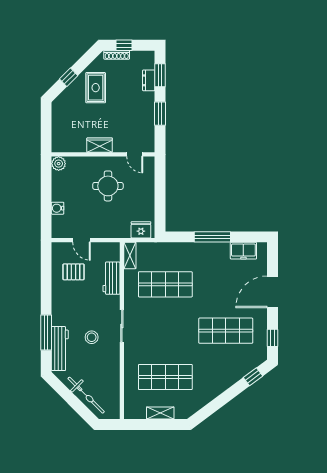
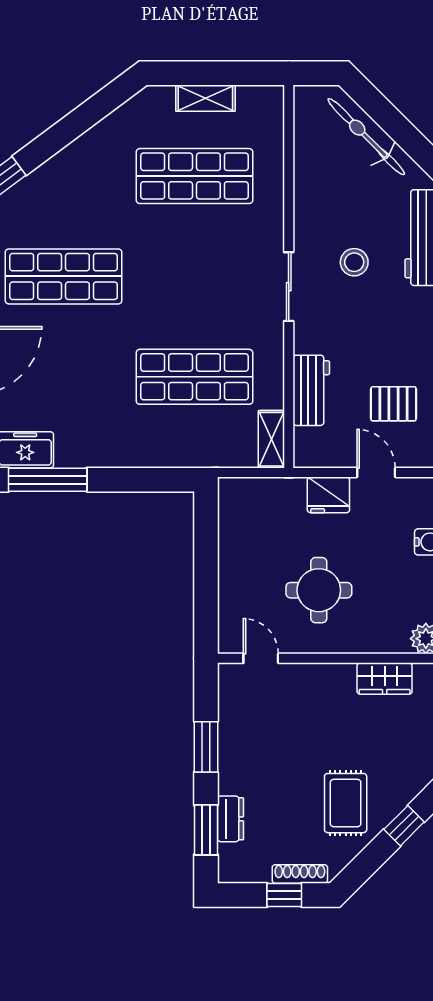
wardrobe: (100, 145) -> (385, 679), moved
fridge: (141, 230) -> (328, 495), moved
window: (212, 237) -> (48, 480), moved

